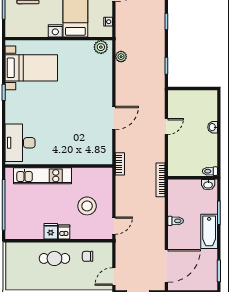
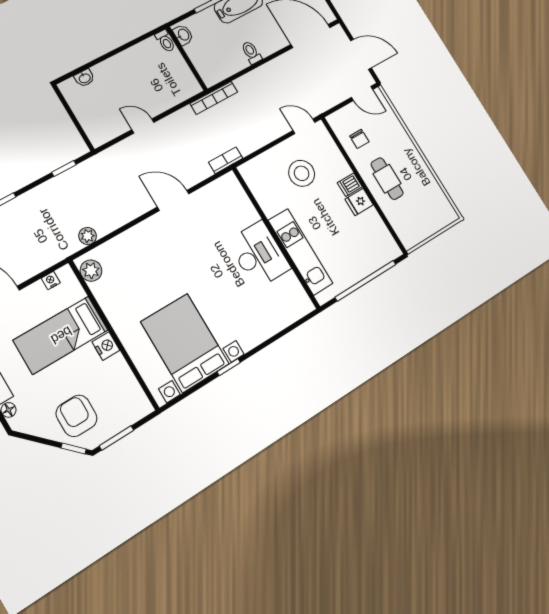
bed with nightstands: (31, 68) -> (185, 343), width x1.36
washbasin: (213, 127) -> (85, 78), moved
desk: (20, 143) -> (259, 255), moved, turned -90

